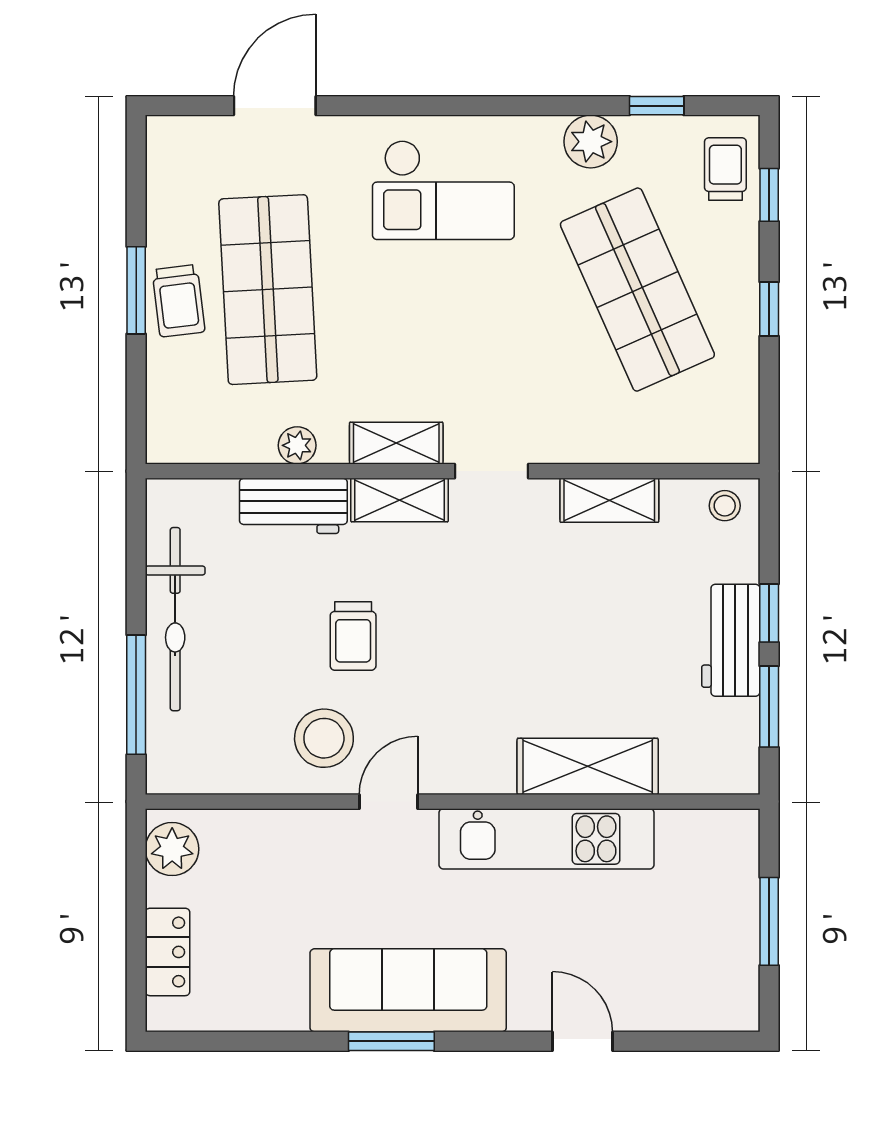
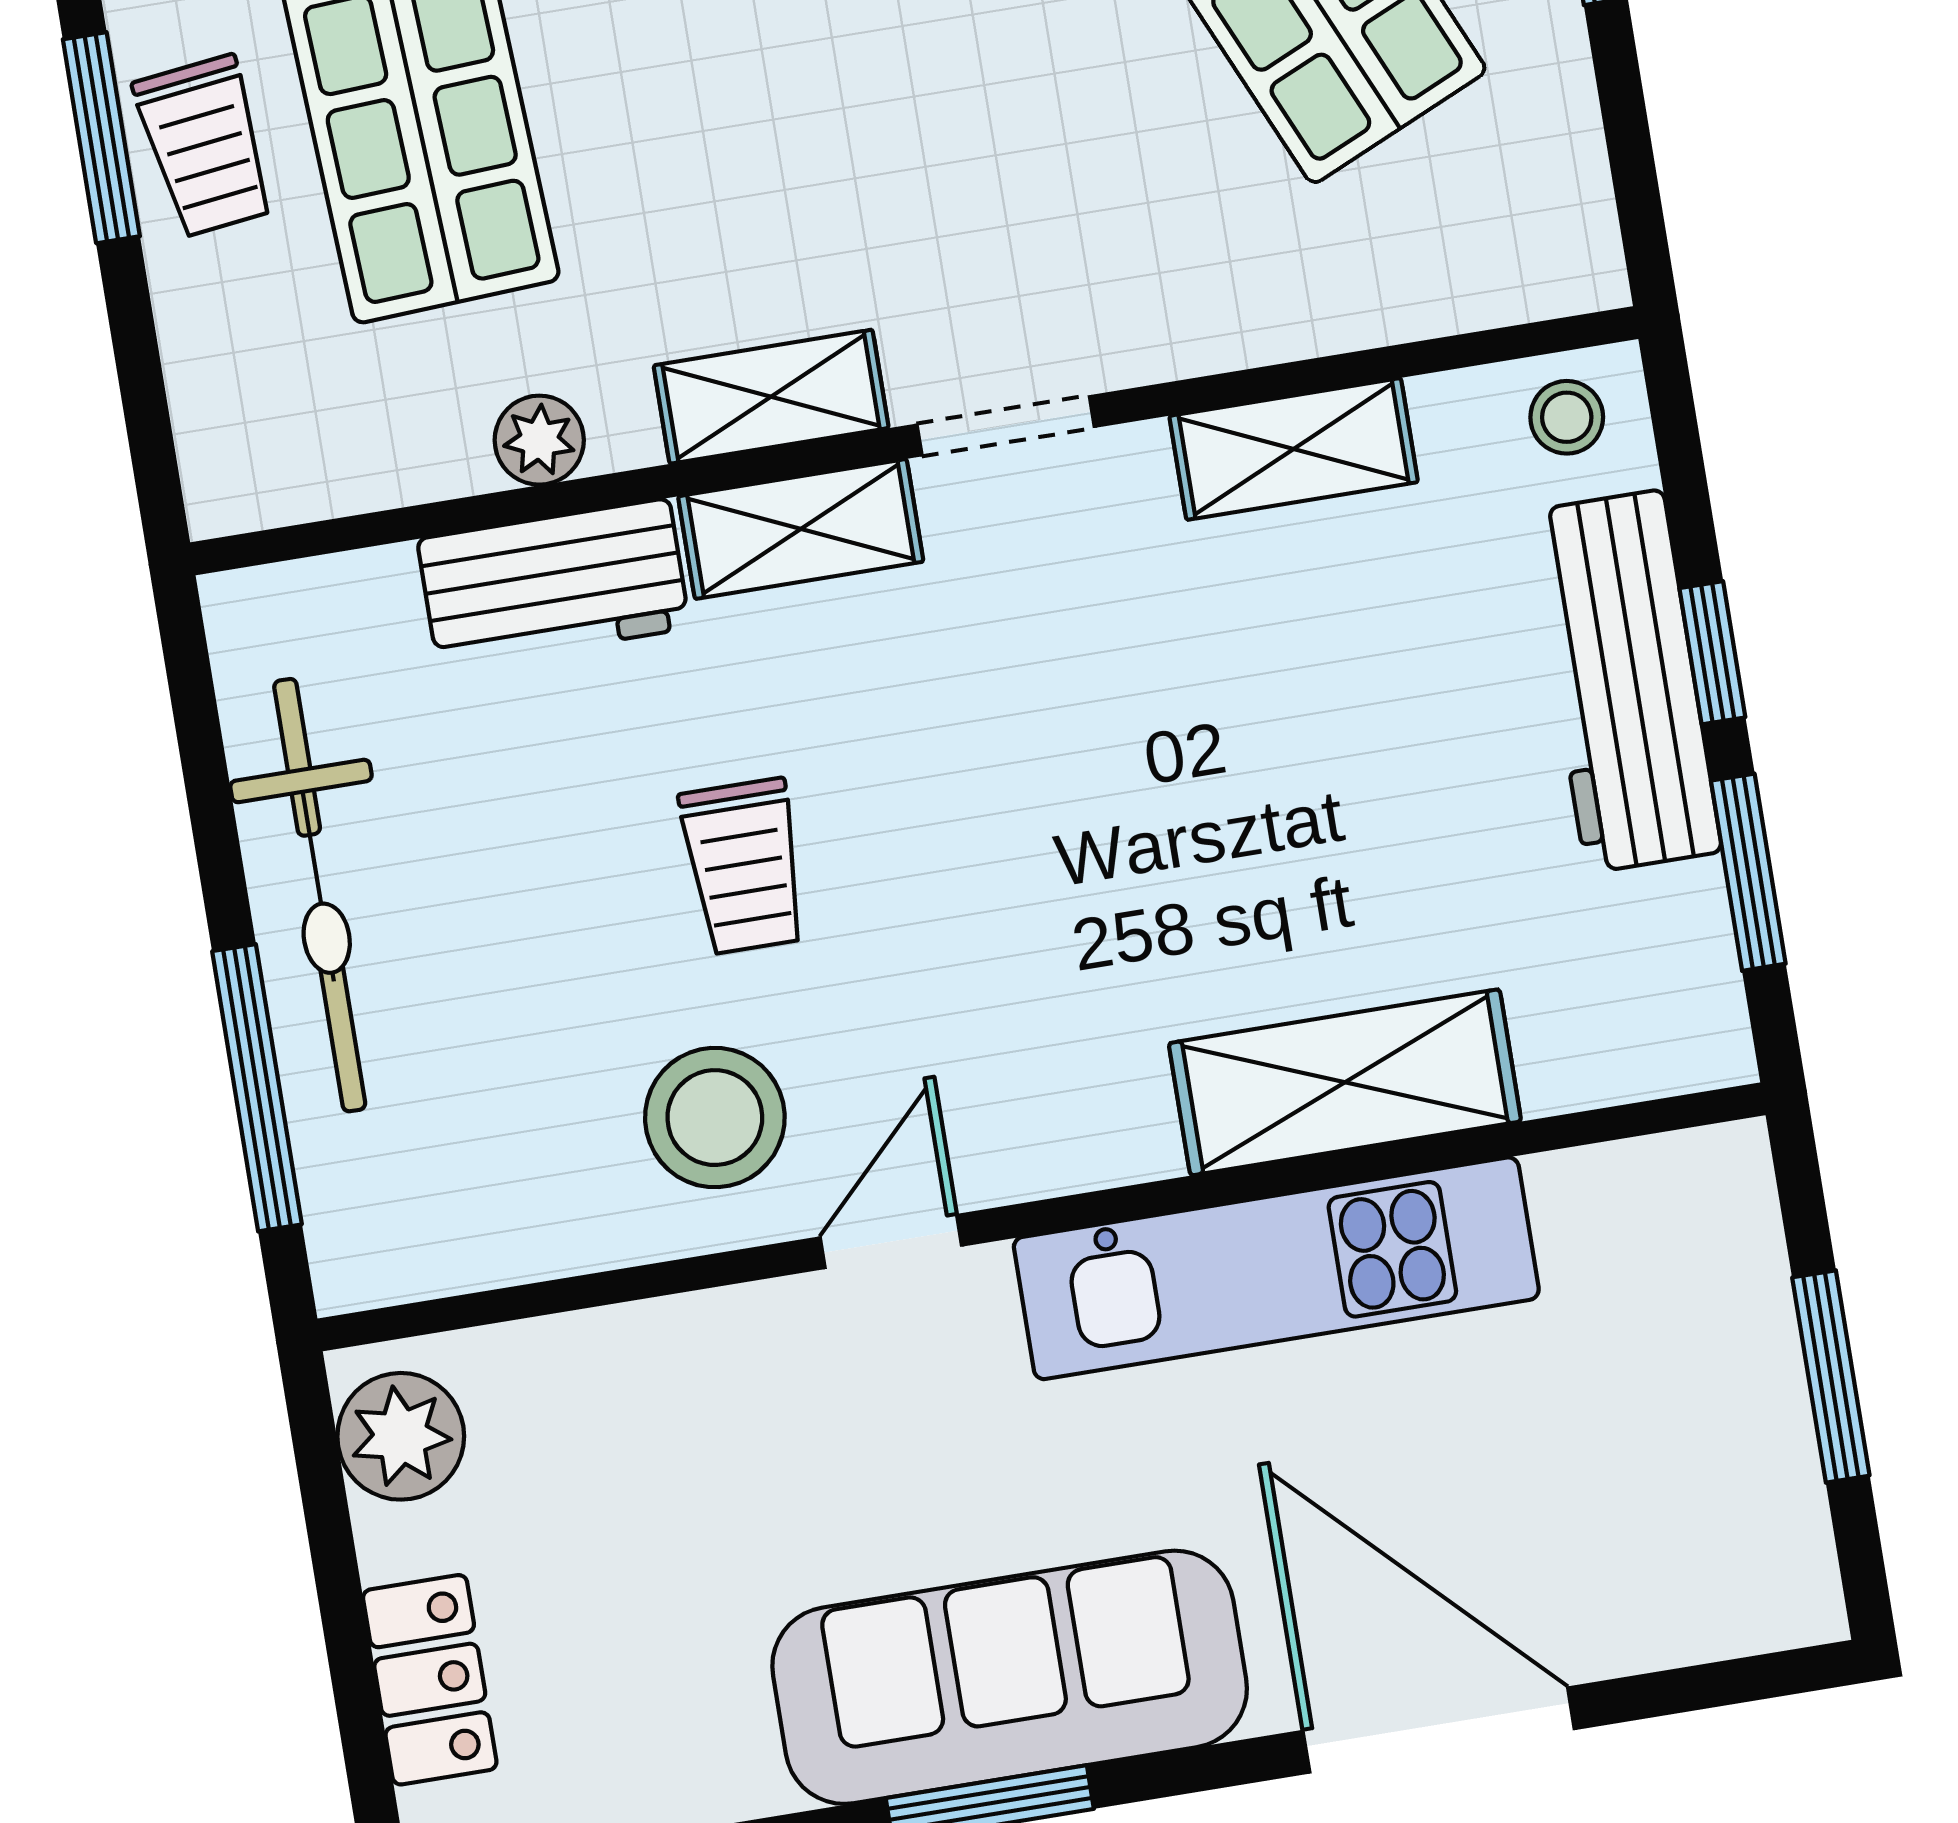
workbench: (731, 640) -> (1625, 681), width x1.38
door: (582, 1041) -> (1439, 1730), width x1.87

